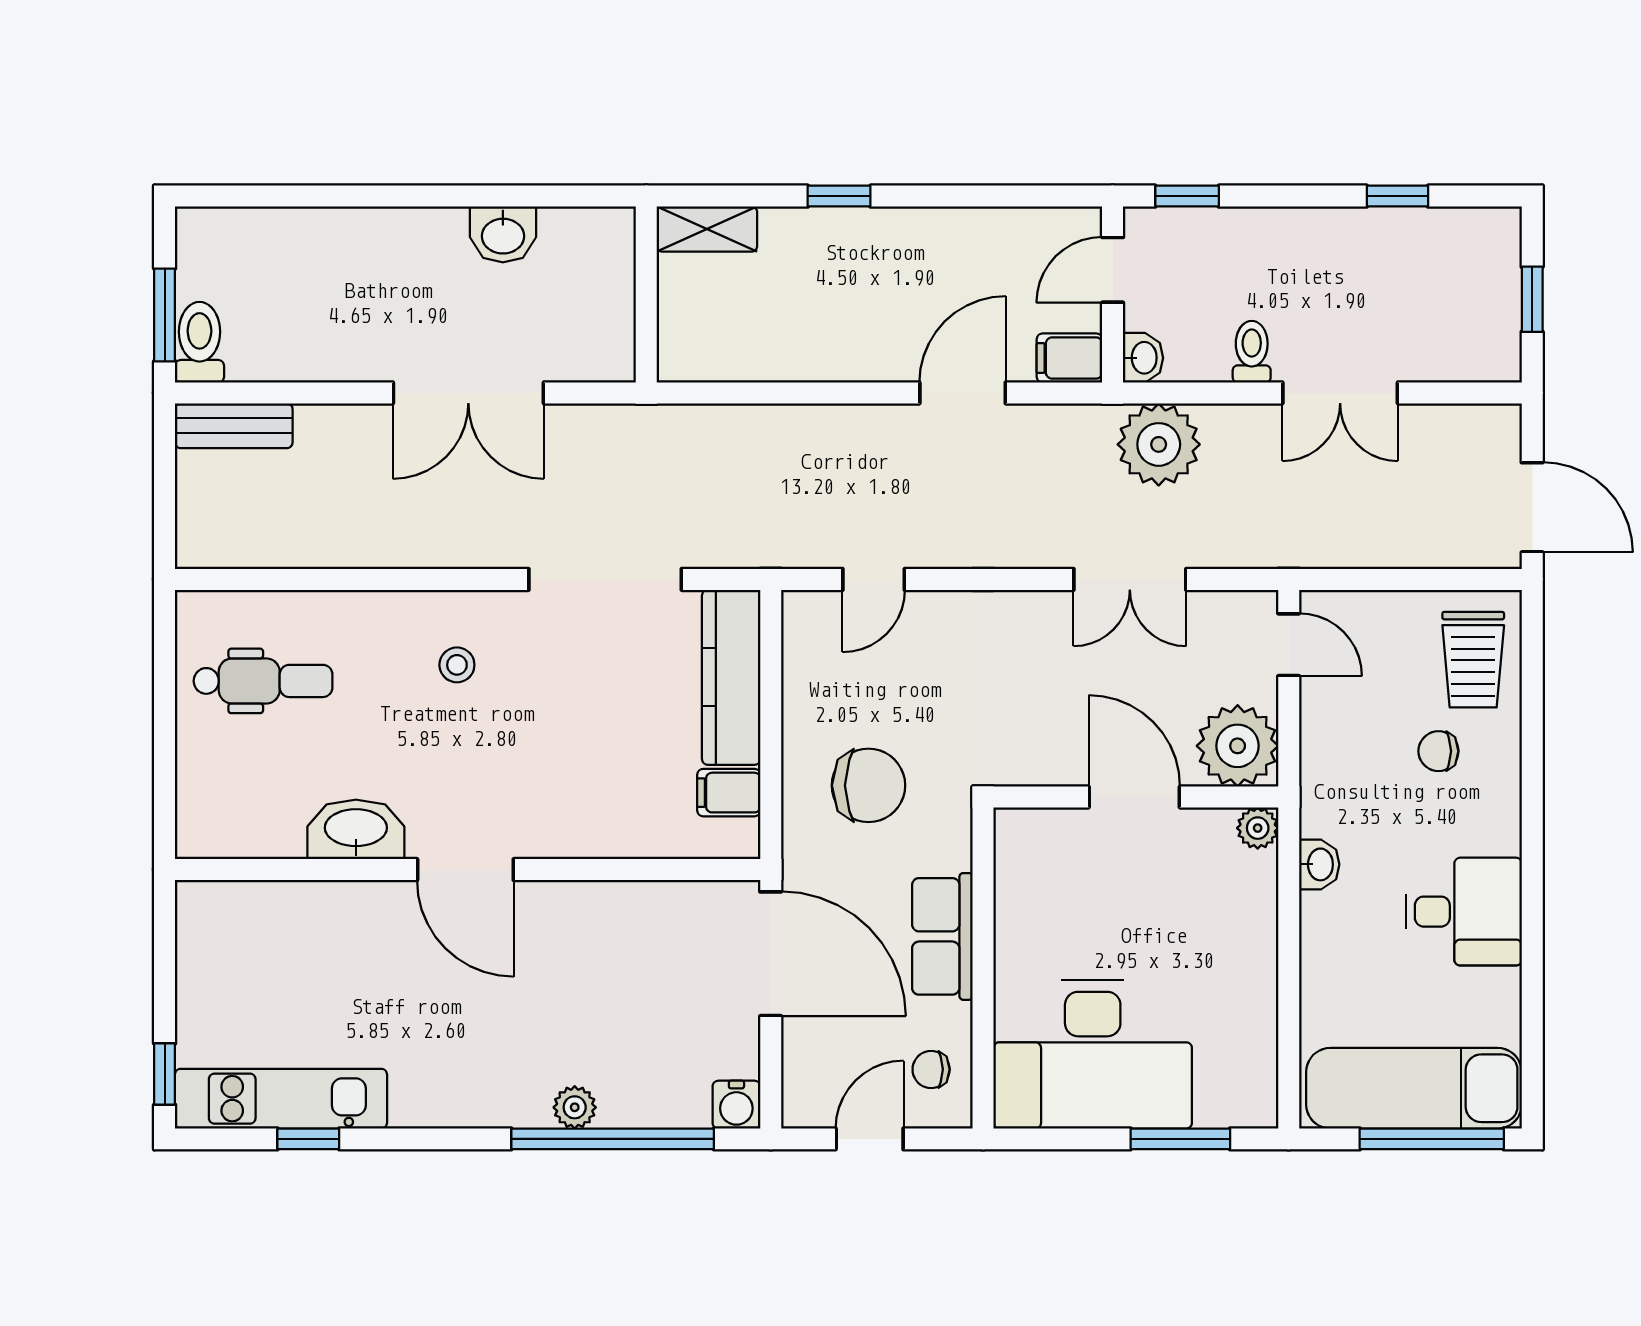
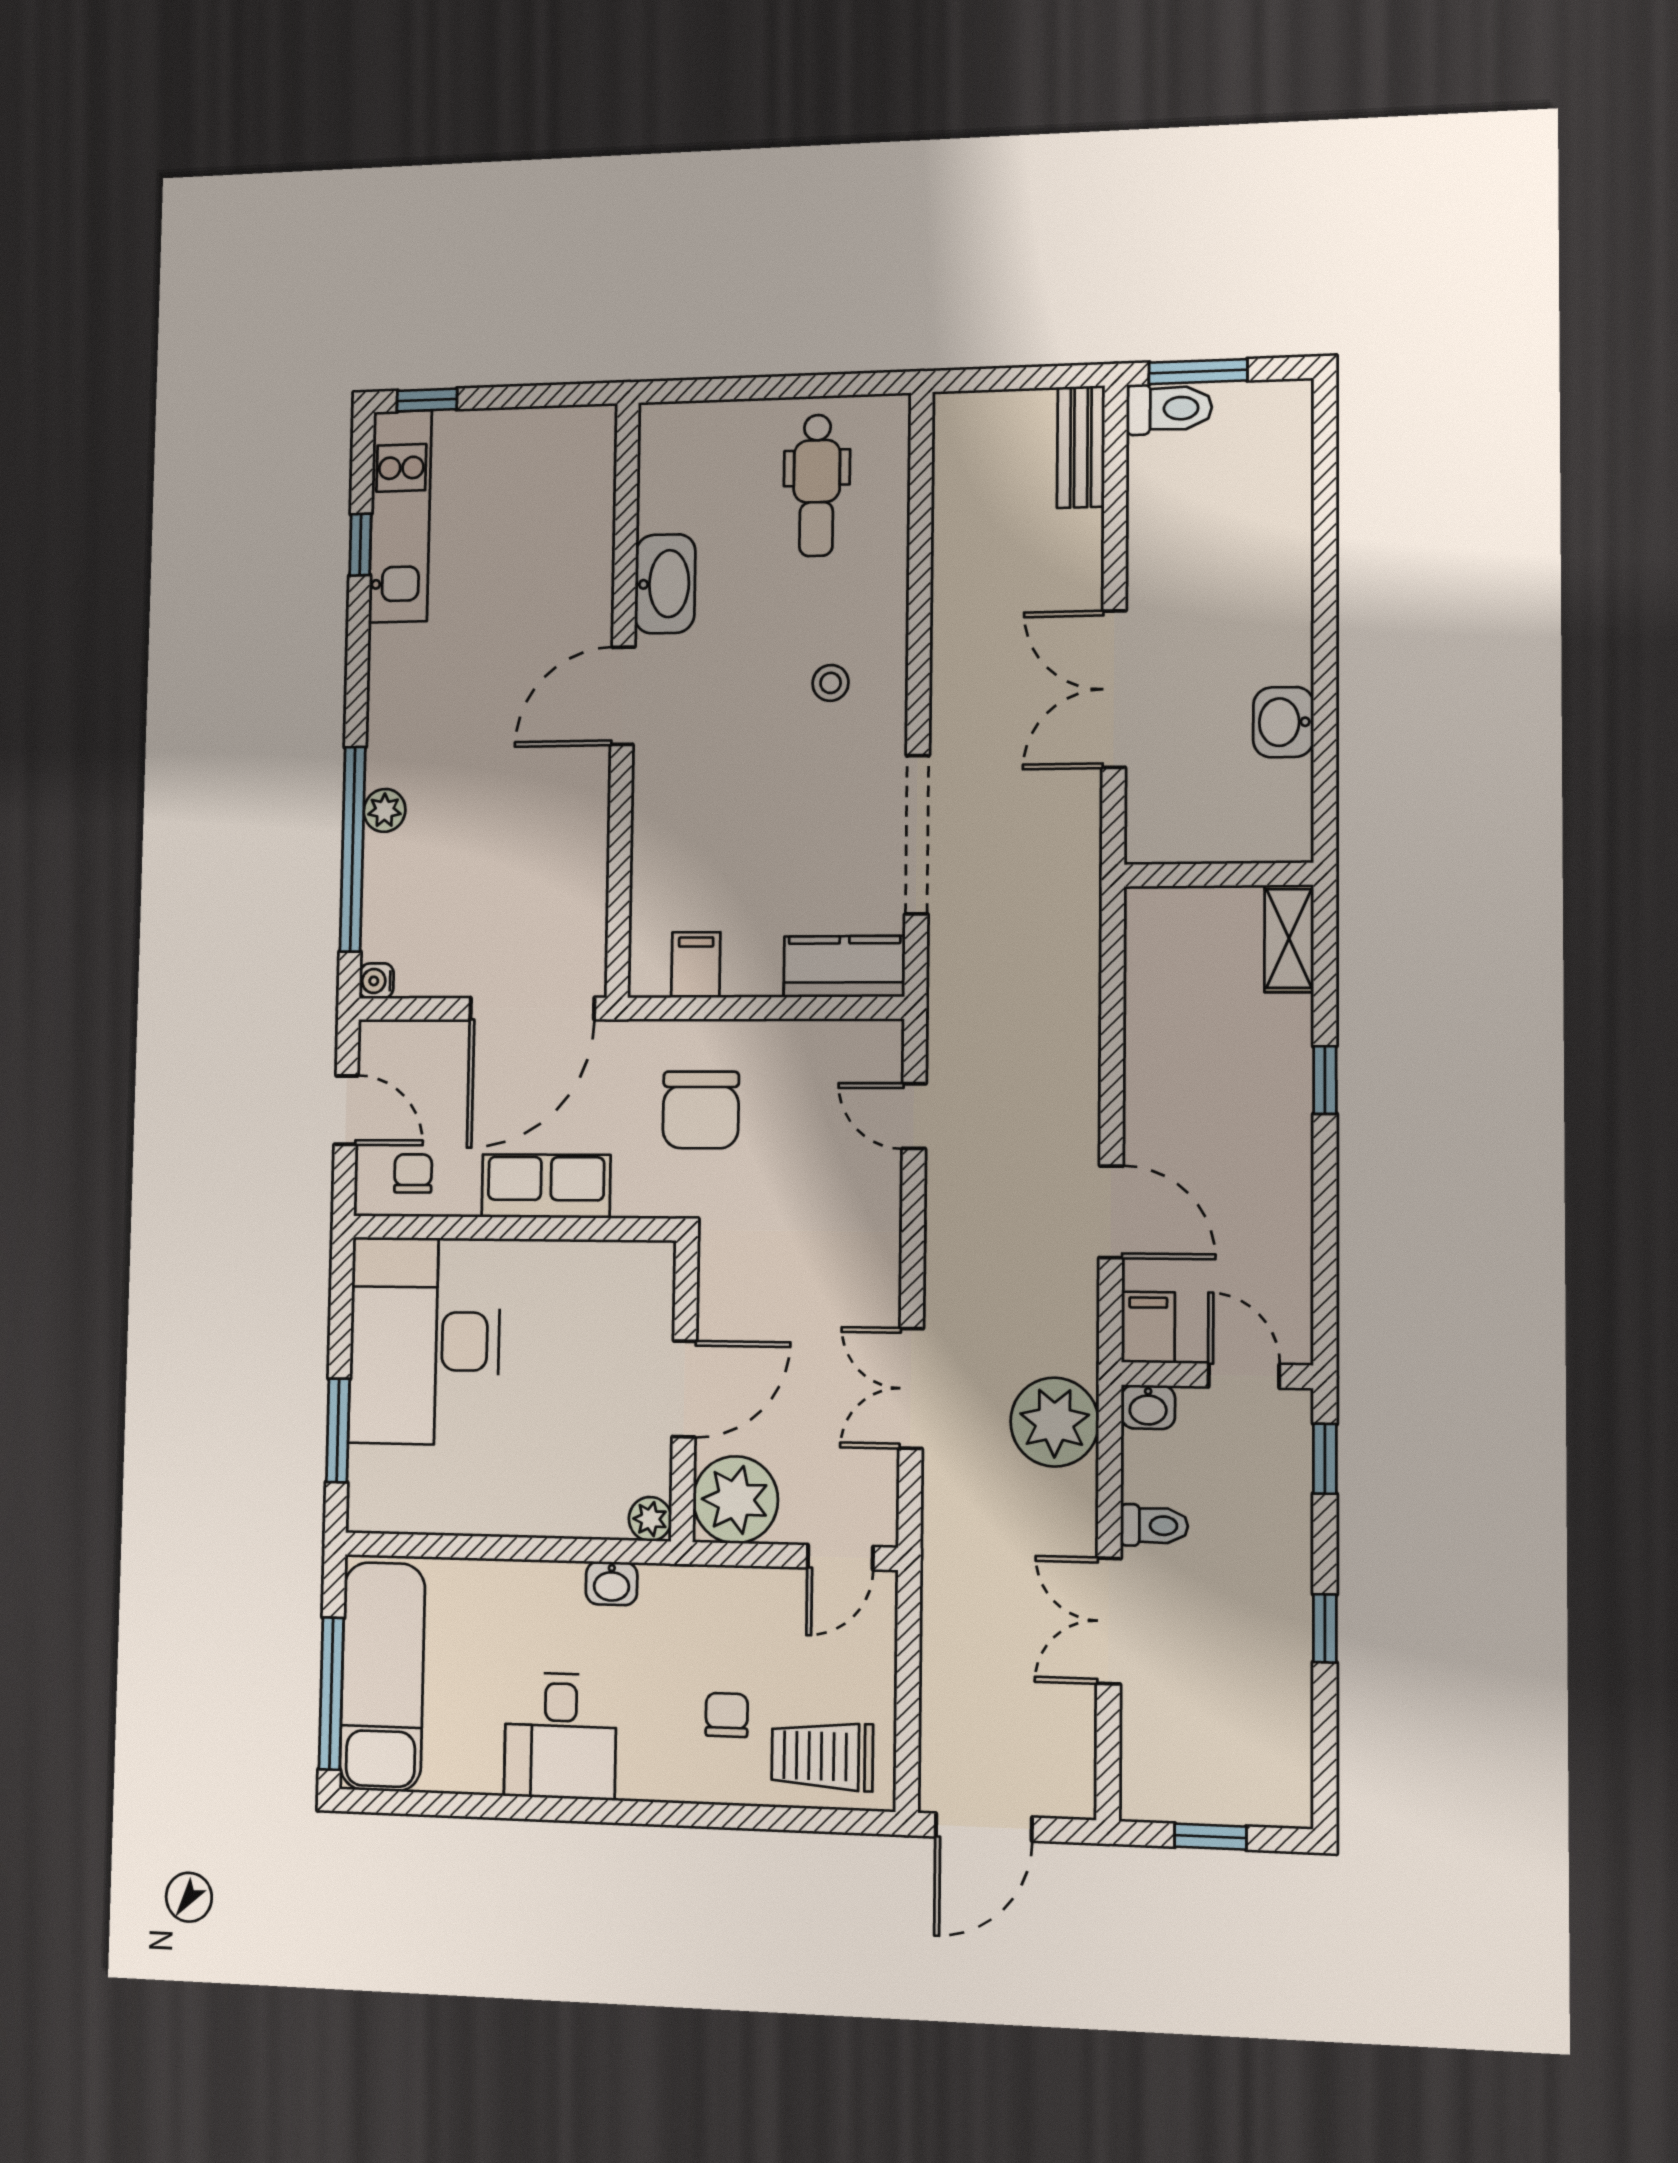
window: (1397, 196) -> (1325, 1628), moved
kitchen counter: (731, 677) -> (844, 967), width x0.67
water cooler: (736, 1105) -> (376, 981), width x0.72, depth x0.72

